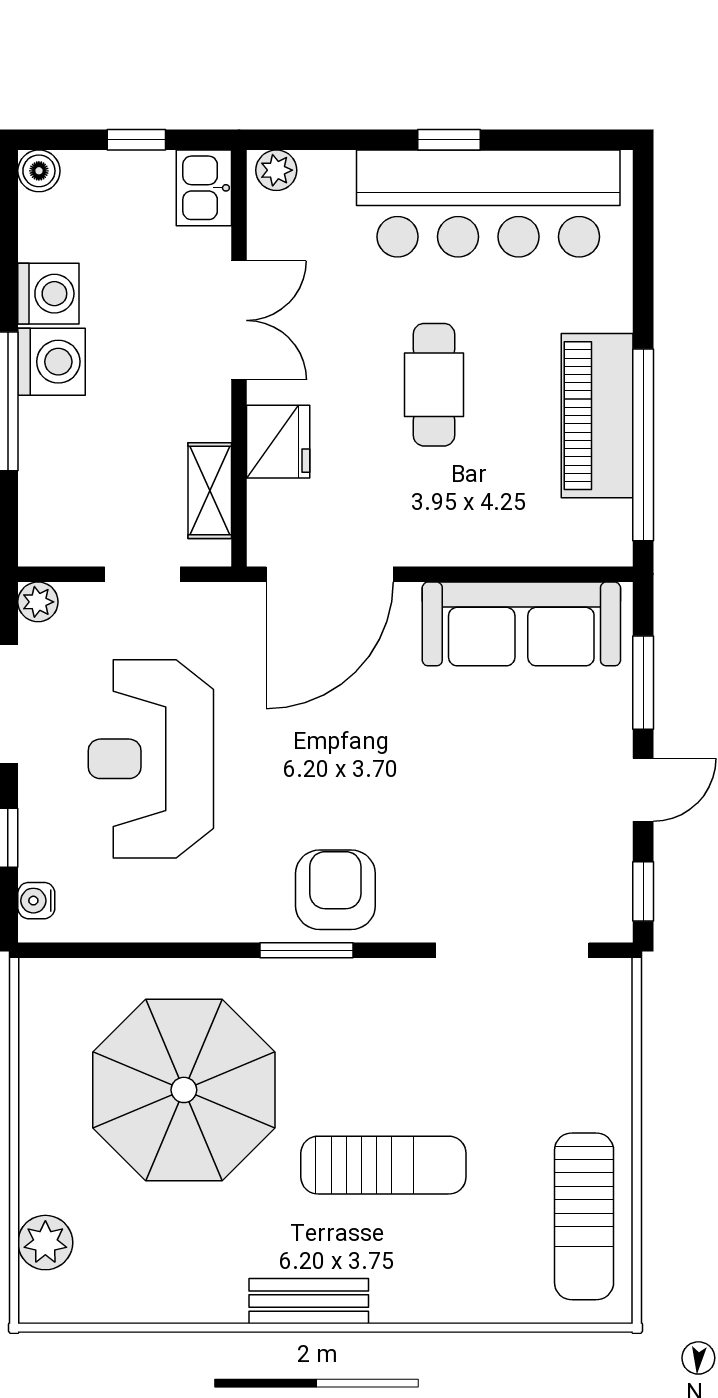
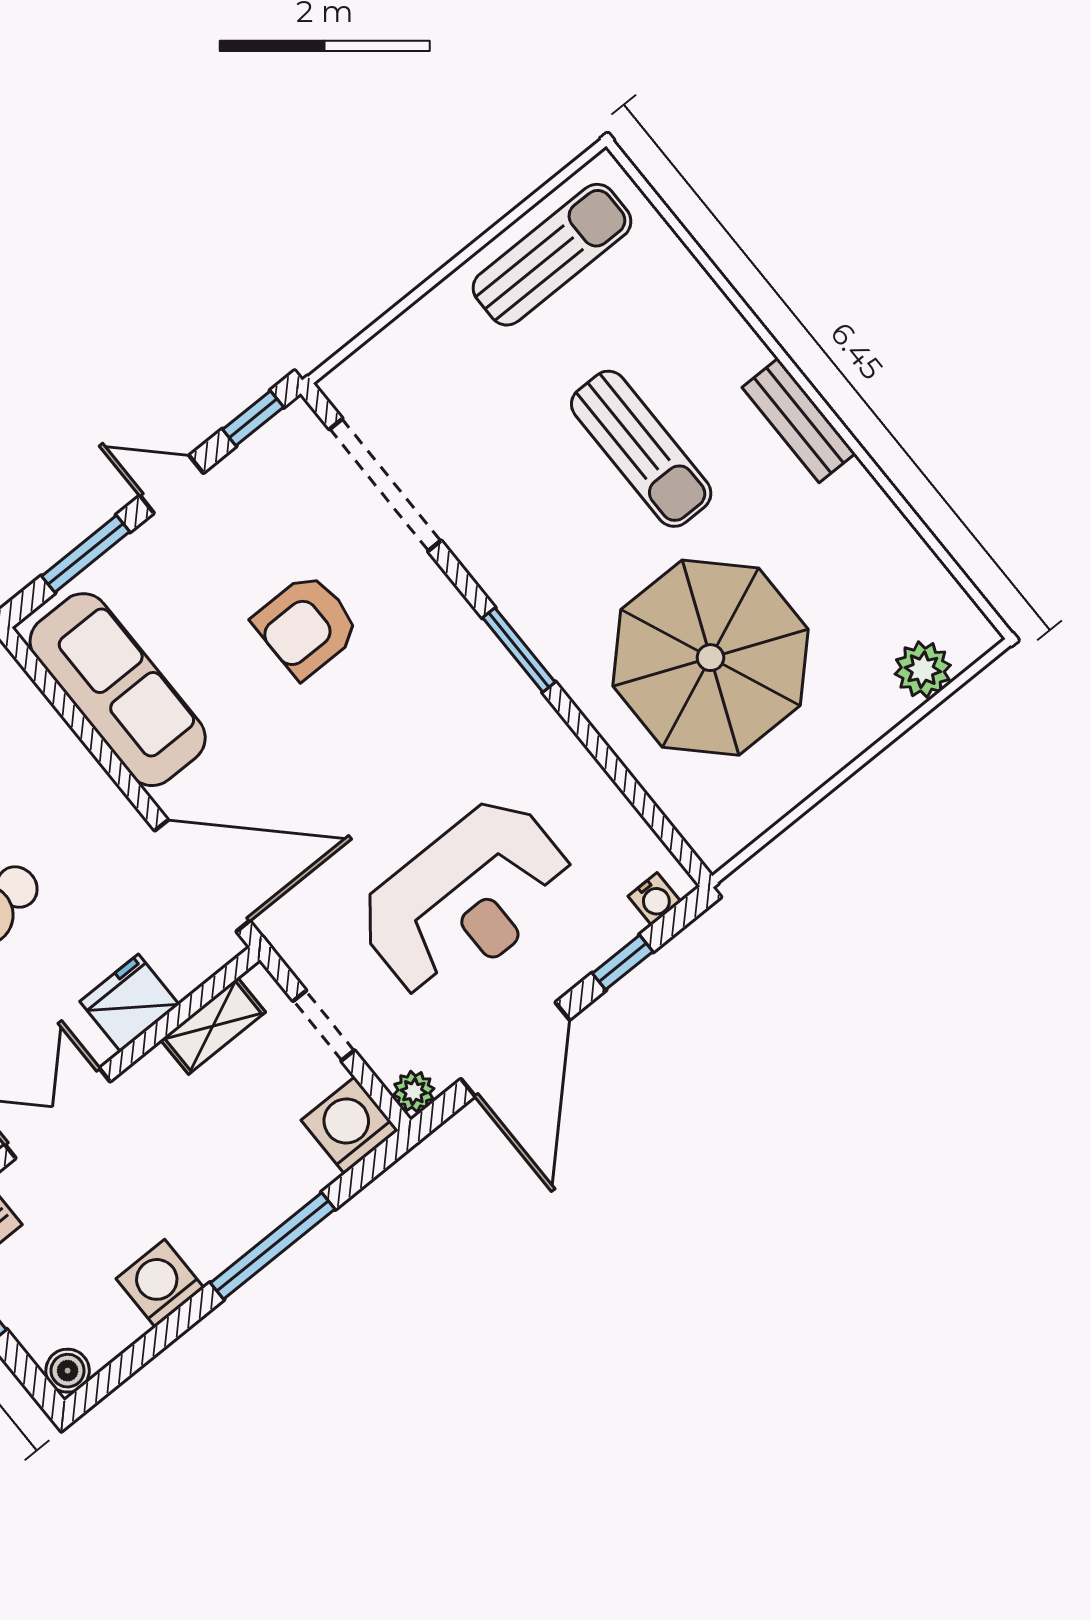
washing machine: (52, 362) -> (350, 1125), moved
armchair: (335, 890) -> (306, 626), moved
sun lounger: (383, 1165) -> (641, 449), turned 180

